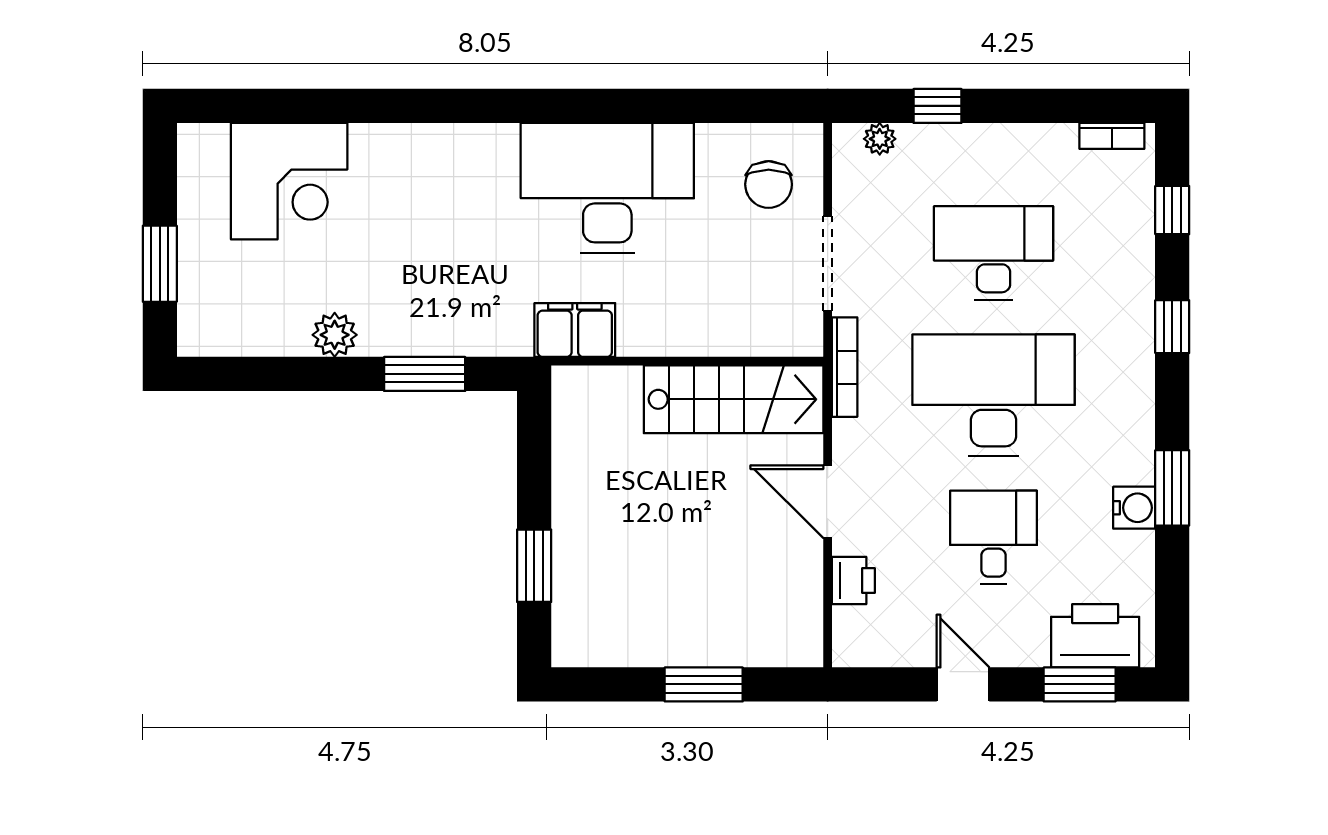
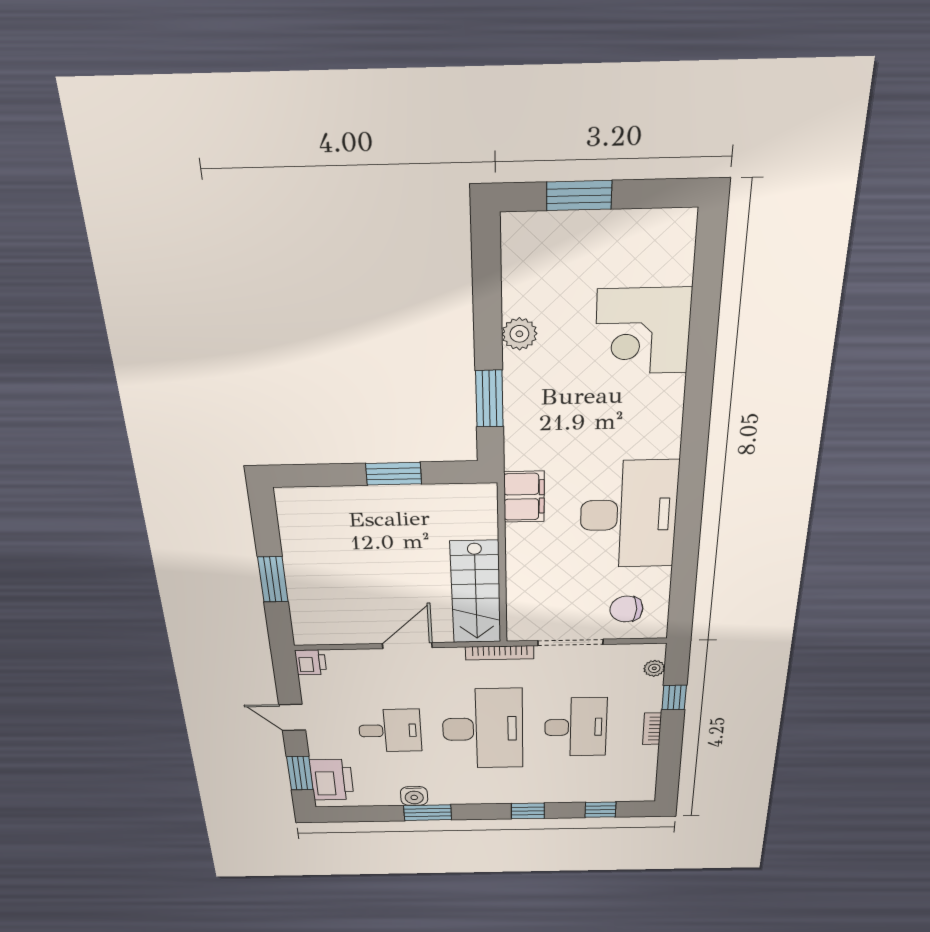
bookcase: (1112, 136) -> (652, 729), moved
corner desk: (289, 181) -> (643, 331), moved
window: (534, 566) -> (394, 474), moved
printer: (853, 581) -> (311, 662), moved, turned -90
door: (963, 684) -> (292, 717), swing flipped

